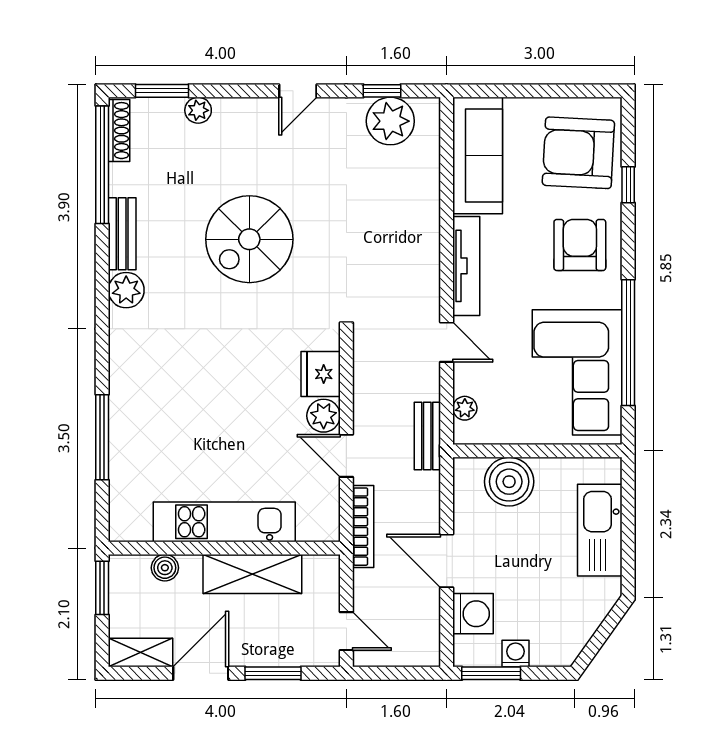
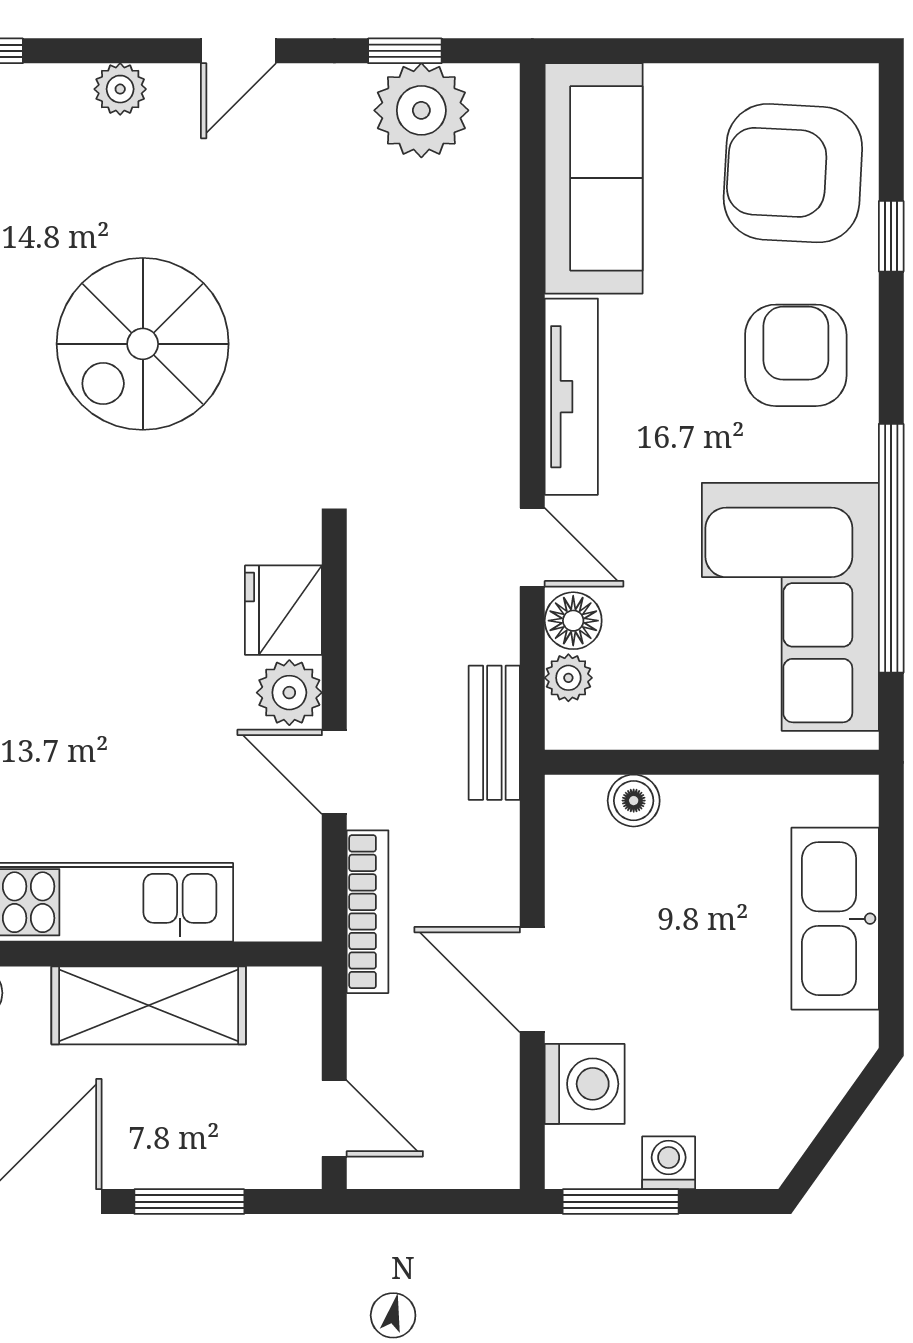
plant: (198, 110) -> (120, 89), moved
floor lamp: (467, 379) -> (573, 621), added
boiler: (509, 482) -> (634, 801), width x0.54, depth x0.54

